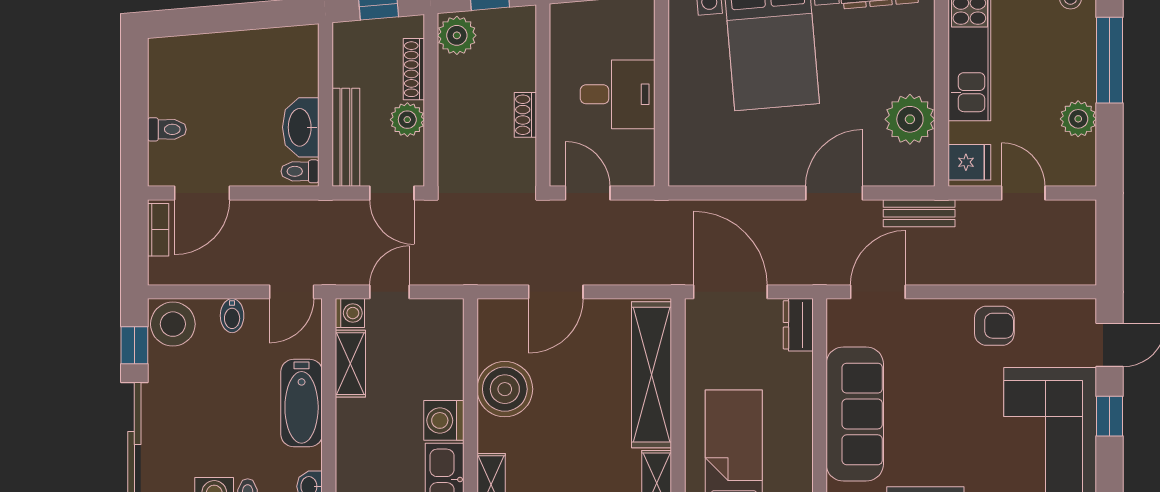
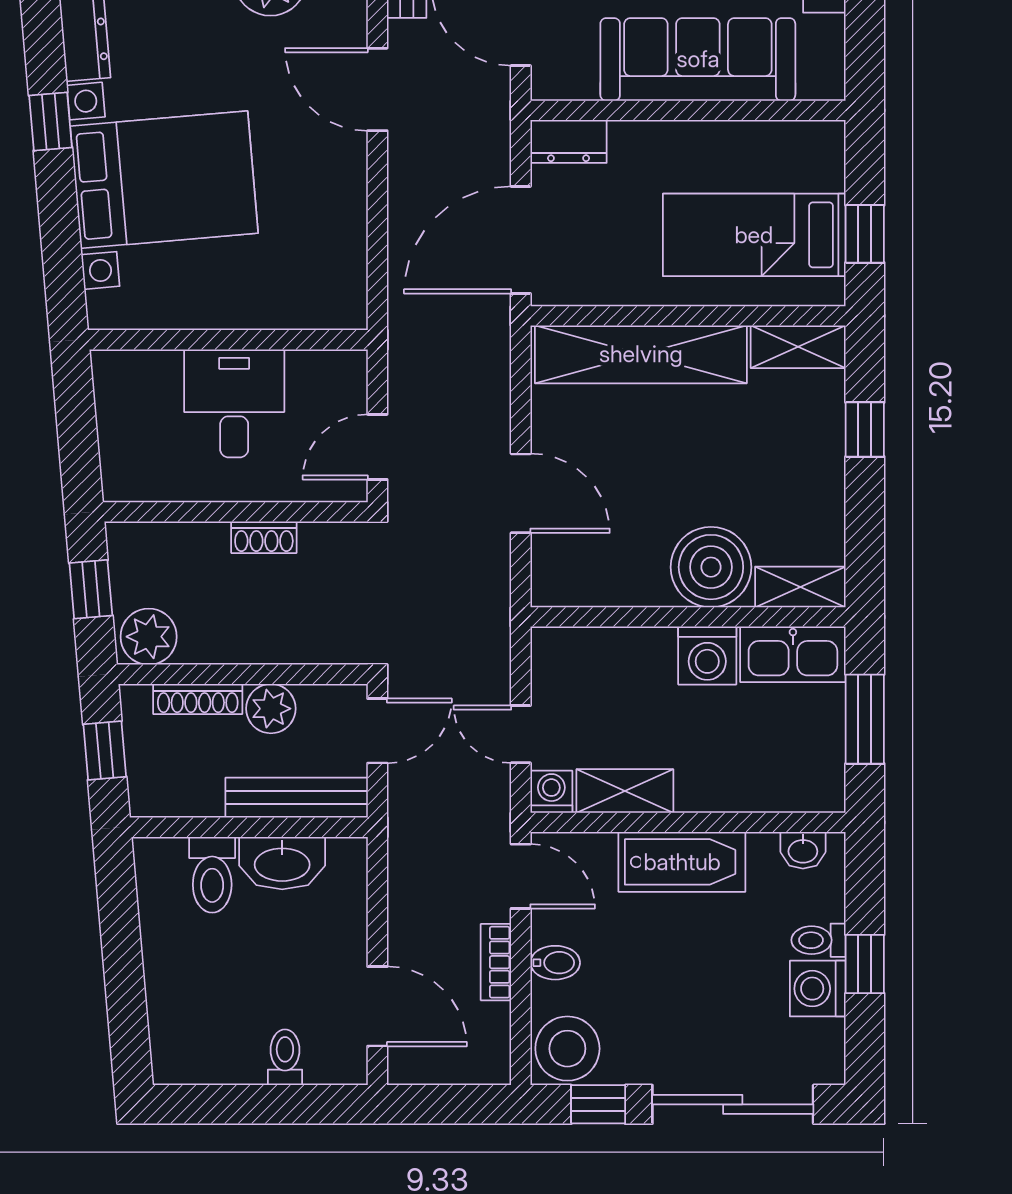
toilet: (300, 171) -> (212, 875), moved, width x1.37, depth x1.39
bookcase: (158, 230) -> (496, 962), moved, turned -90
boiler: (505, 389) -> (711, 567), moved

